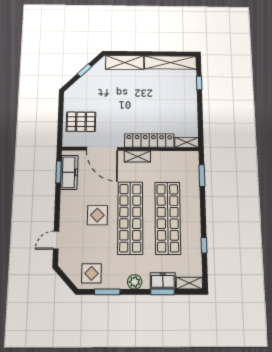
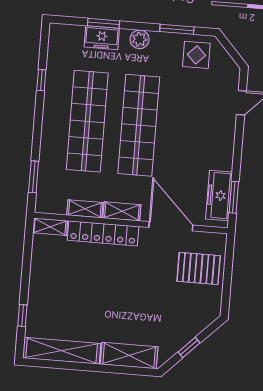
display table: (97, 215) -> (184, 132), removed
shelving: (189, 283) -> (85, 209), moved

